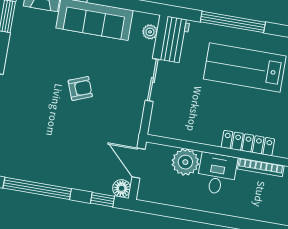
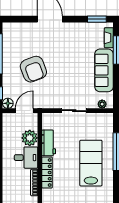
workbench: (175, 40) -> (49, 143), moved, turned -90
armchair: (80, 88) -> (33, 69), moved, width x1.88, depth x1.88

